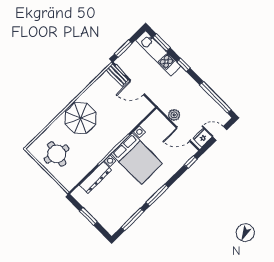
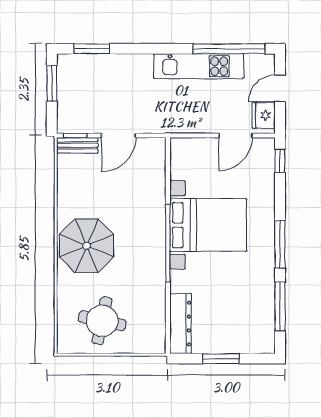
window: (123, 48) -> (52, 83), moved
kitchen unit: (158, 53) -> (199, 66), moved
window: (183, 65) -> (148, 49), removed
plant: (174, 115) -> (199, 123), removed
dresser: (96, 178) -> (181, 324), moved

